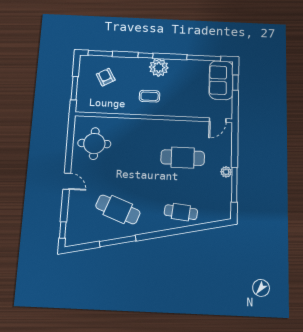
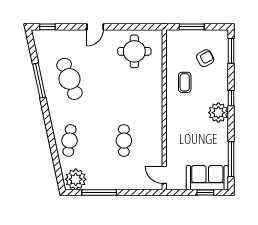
coffee table: (150, 96) -> (185, 82), moved
cafe table: (183, 158) -> (124, 141), width x0.73, depth x0.74
plant: (226, 172) -> (76, 179), moved, width x1.87, depth x1.87
cafe table: (118, 209) -> (69, 79), turned -42

